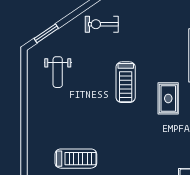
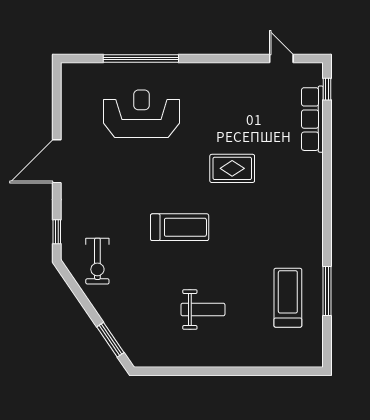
weight bench: (58, 72) -> (203, 309), moved
rug: (168, 98) -> (232, 168), moved

